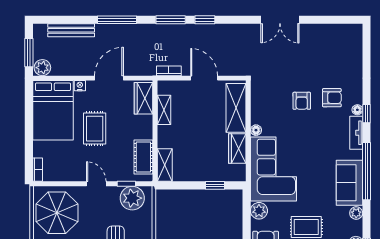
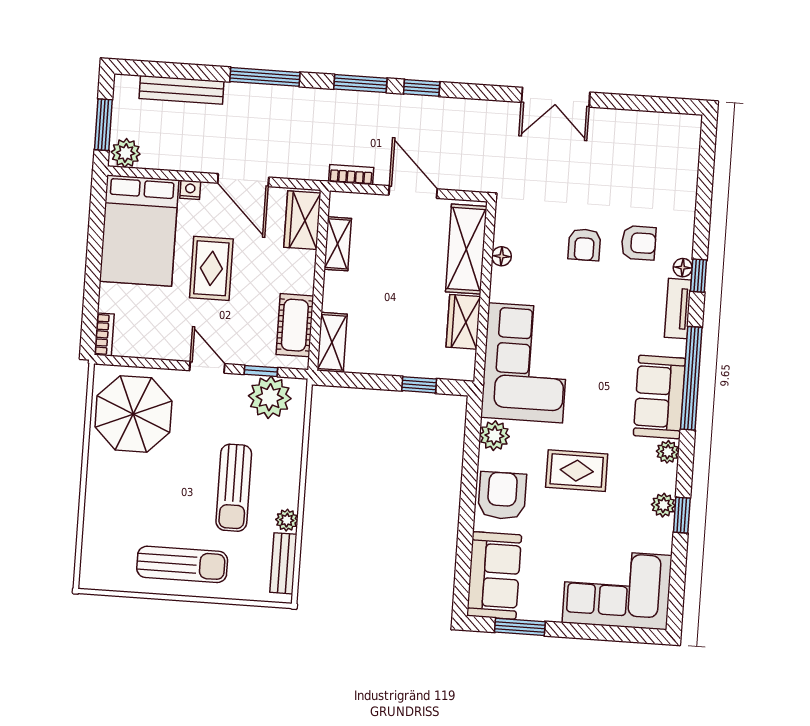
door: (109, 78) -> (243, 180), swing flipped
floor lamp: (256, 130) -> (502, 256), moved

